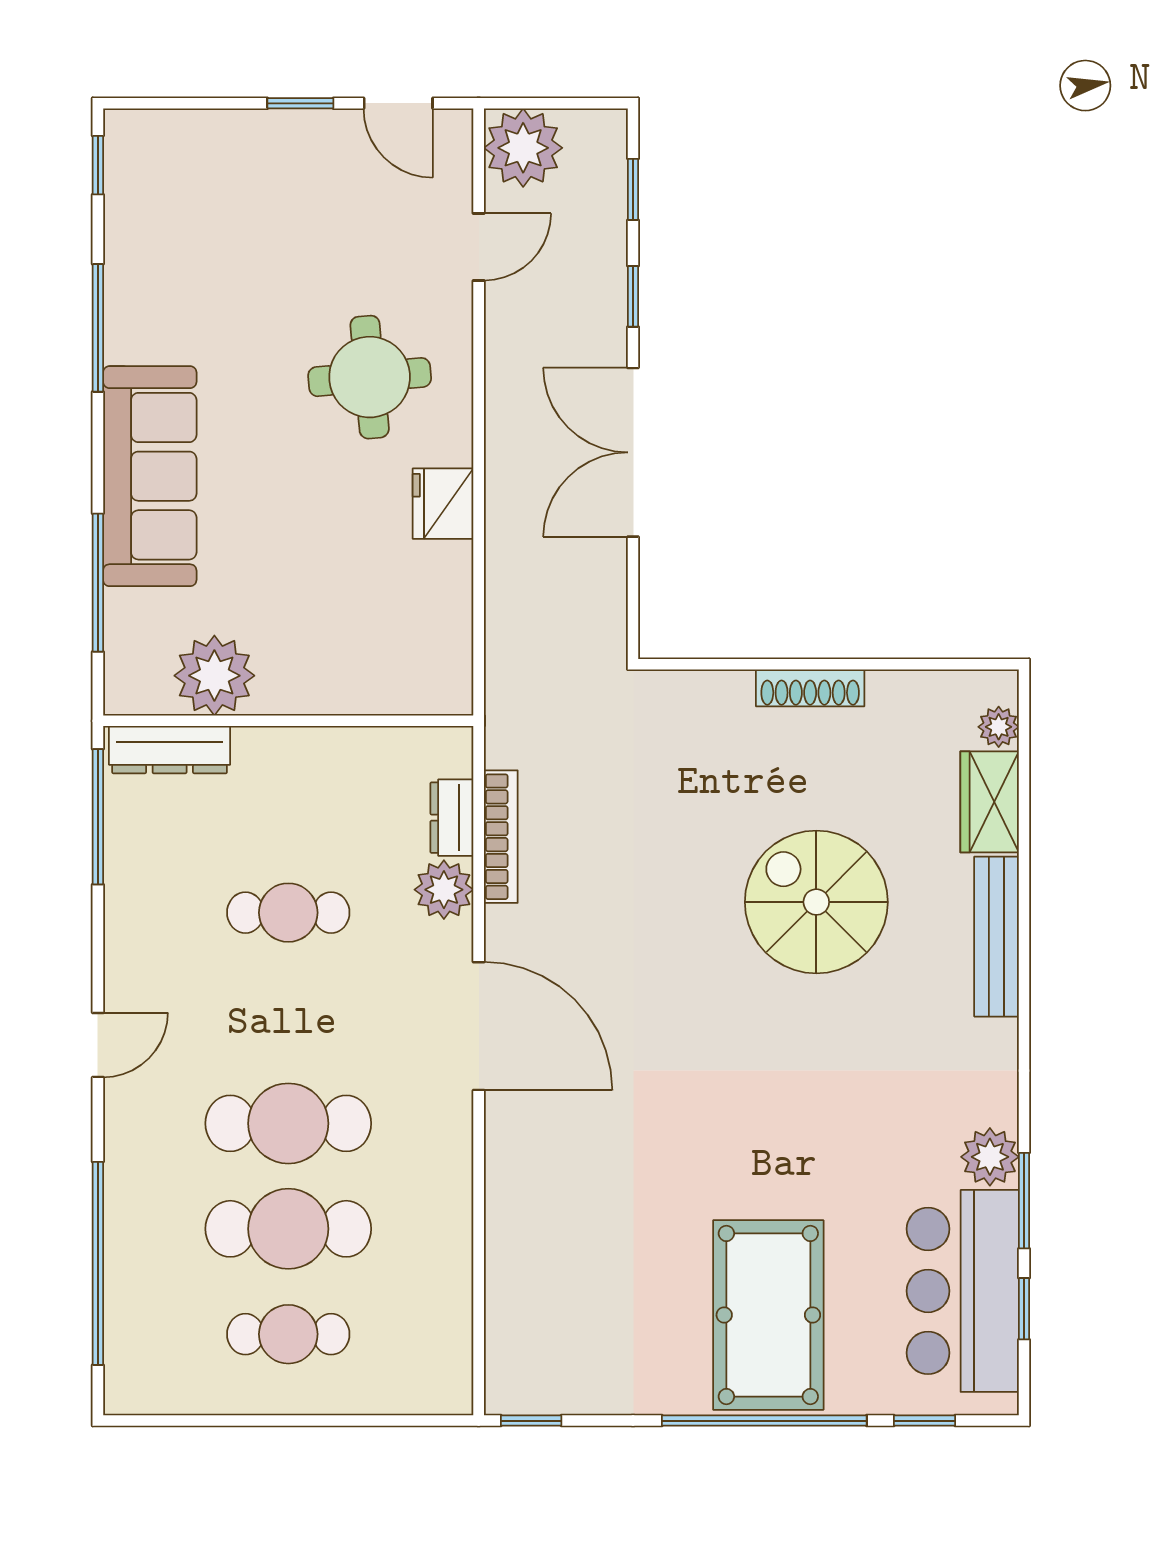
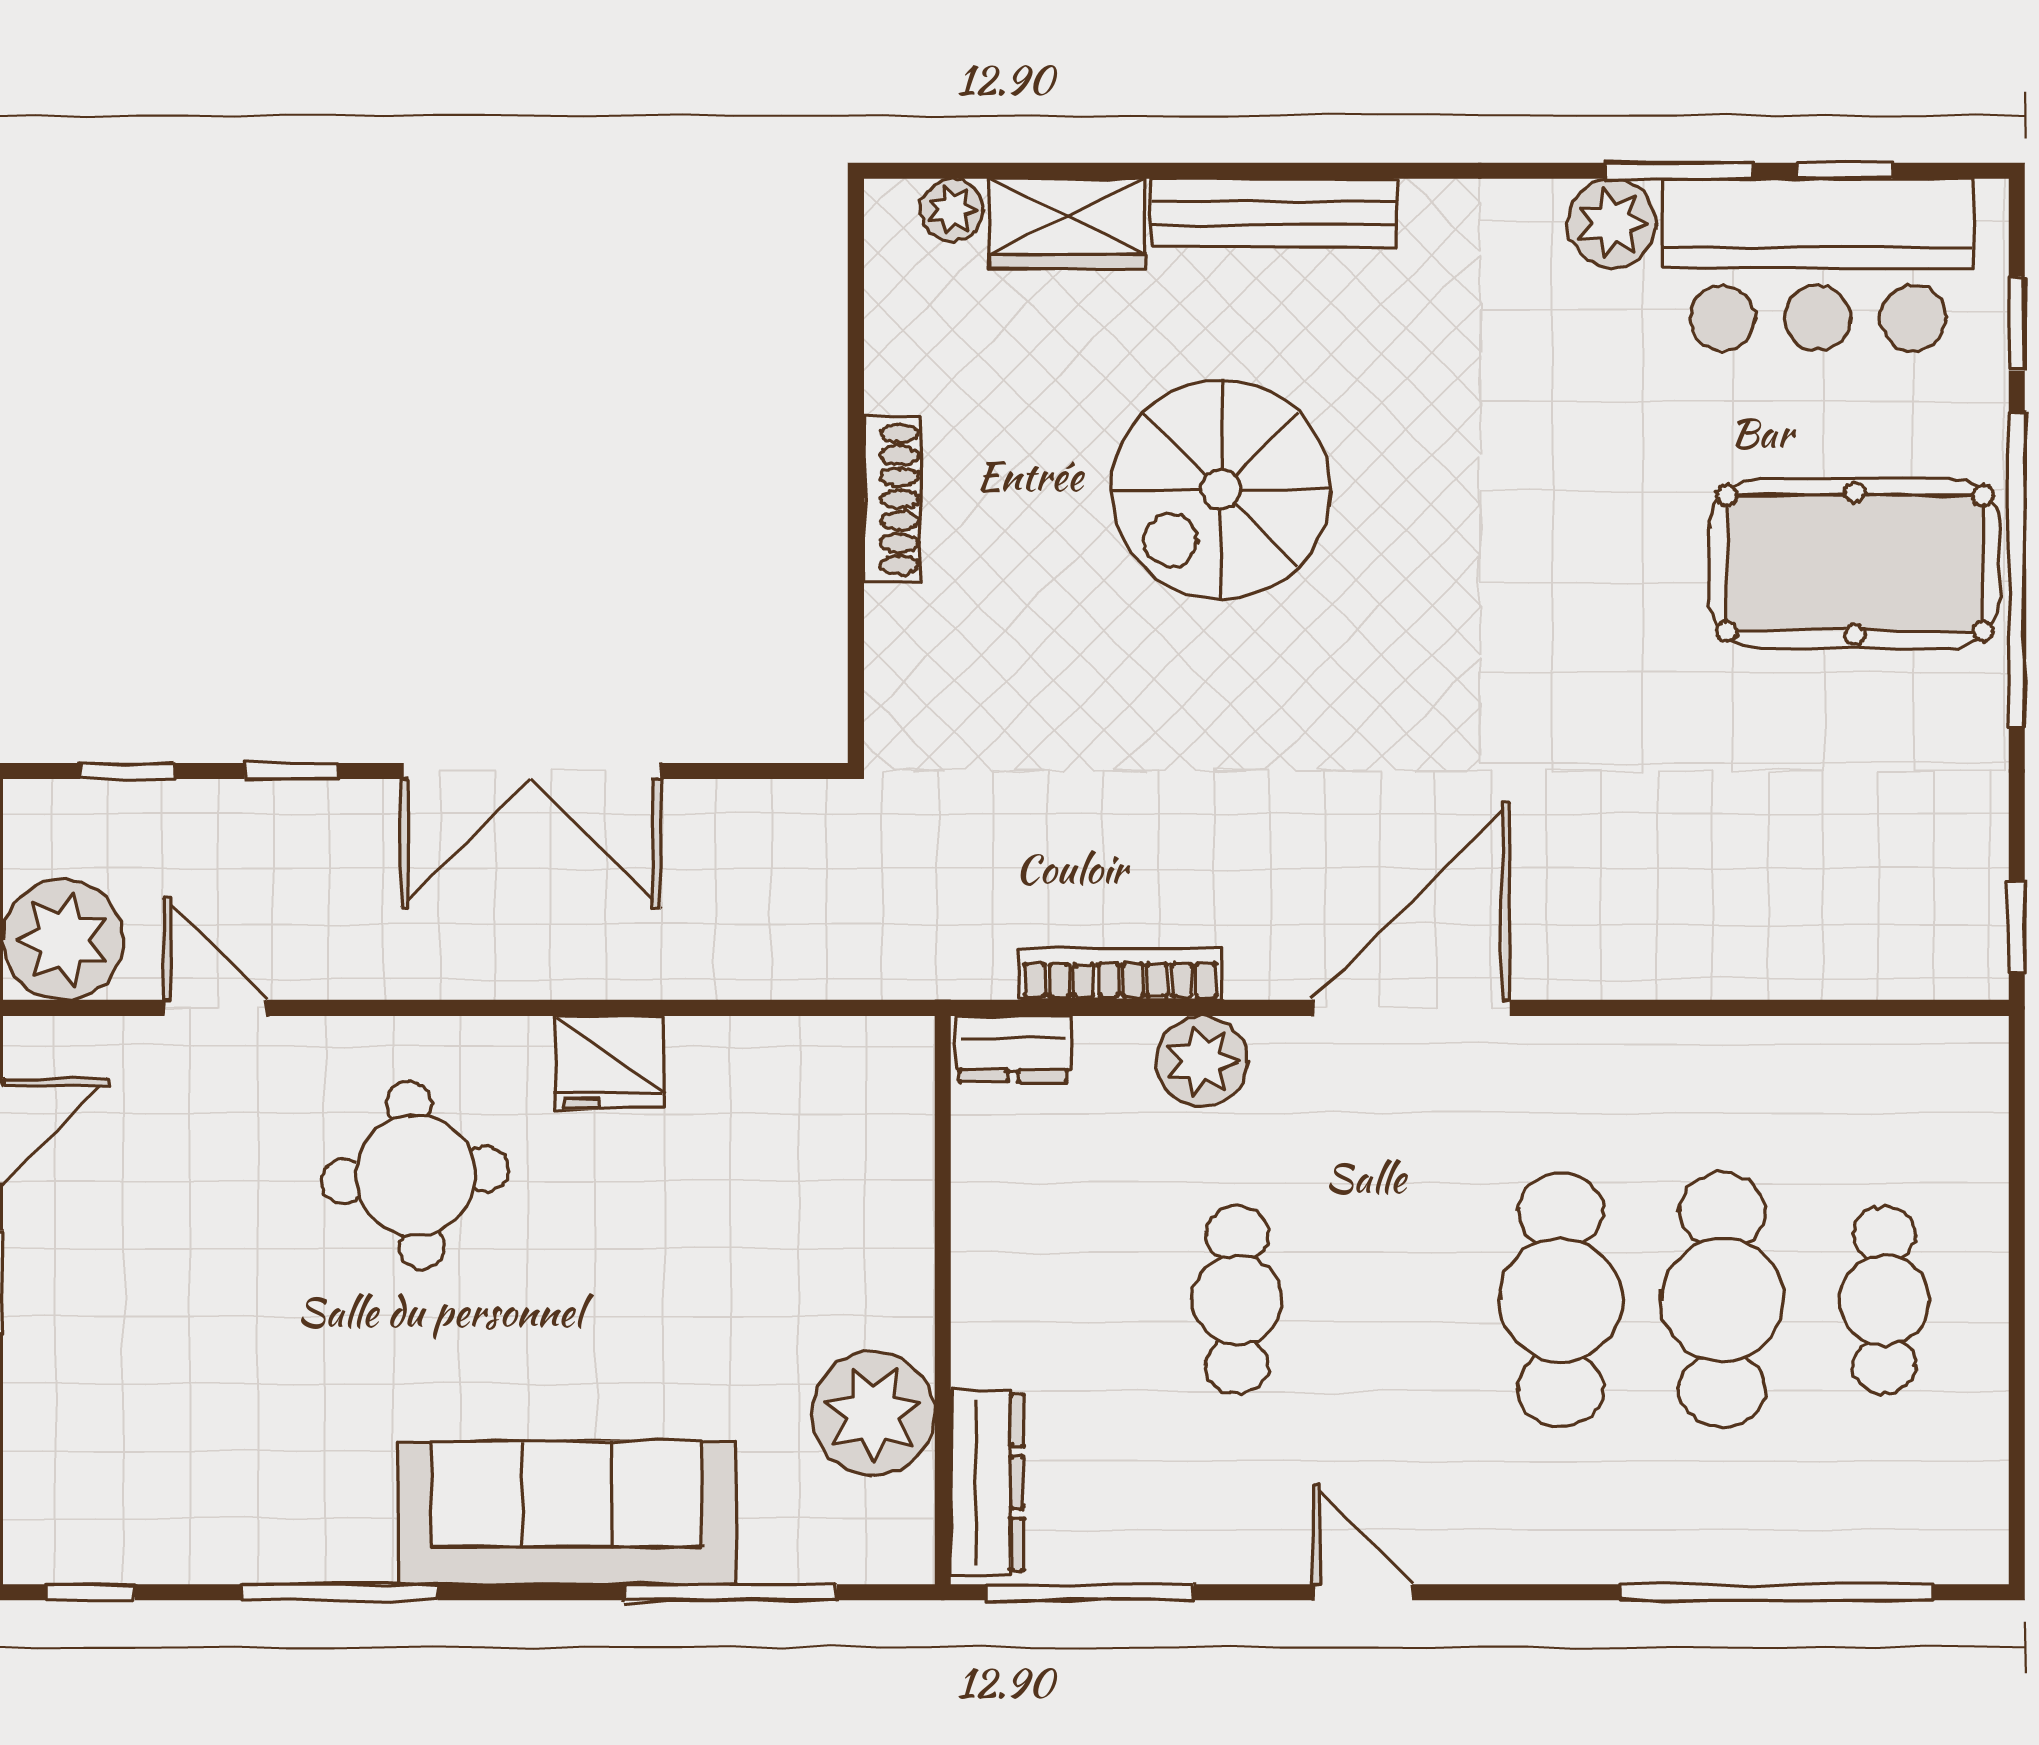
dresser: (452, 818) -> (1013, 1049), moved
door: (98, 1045) -> (1363, 1592), moved

